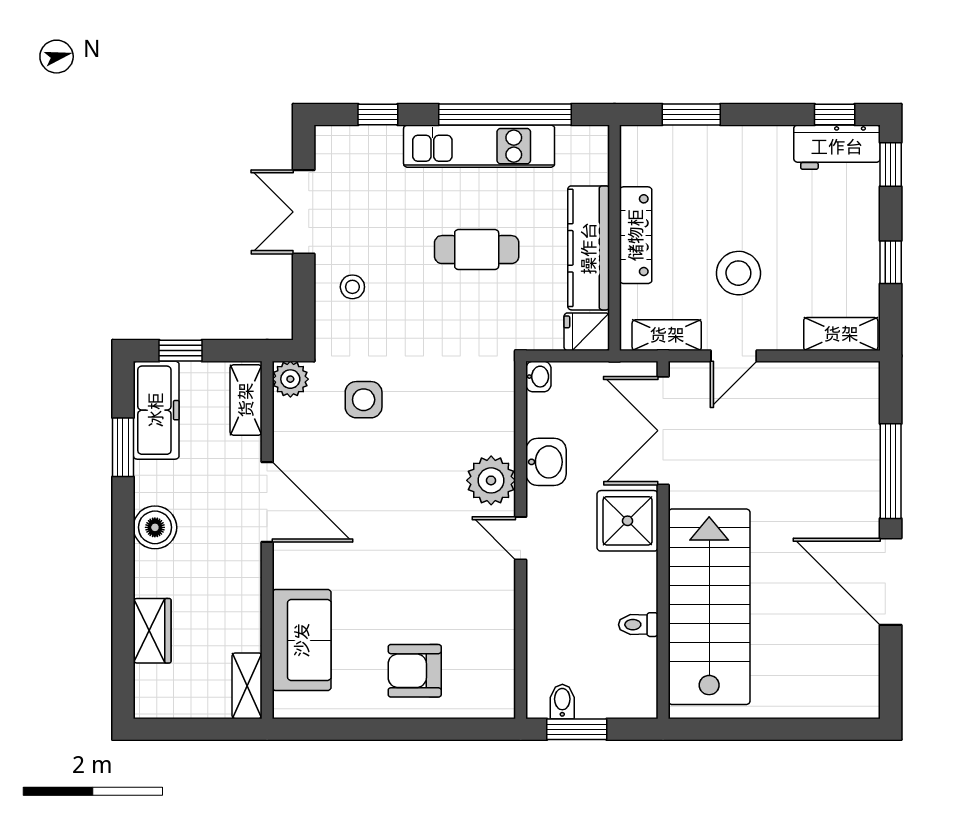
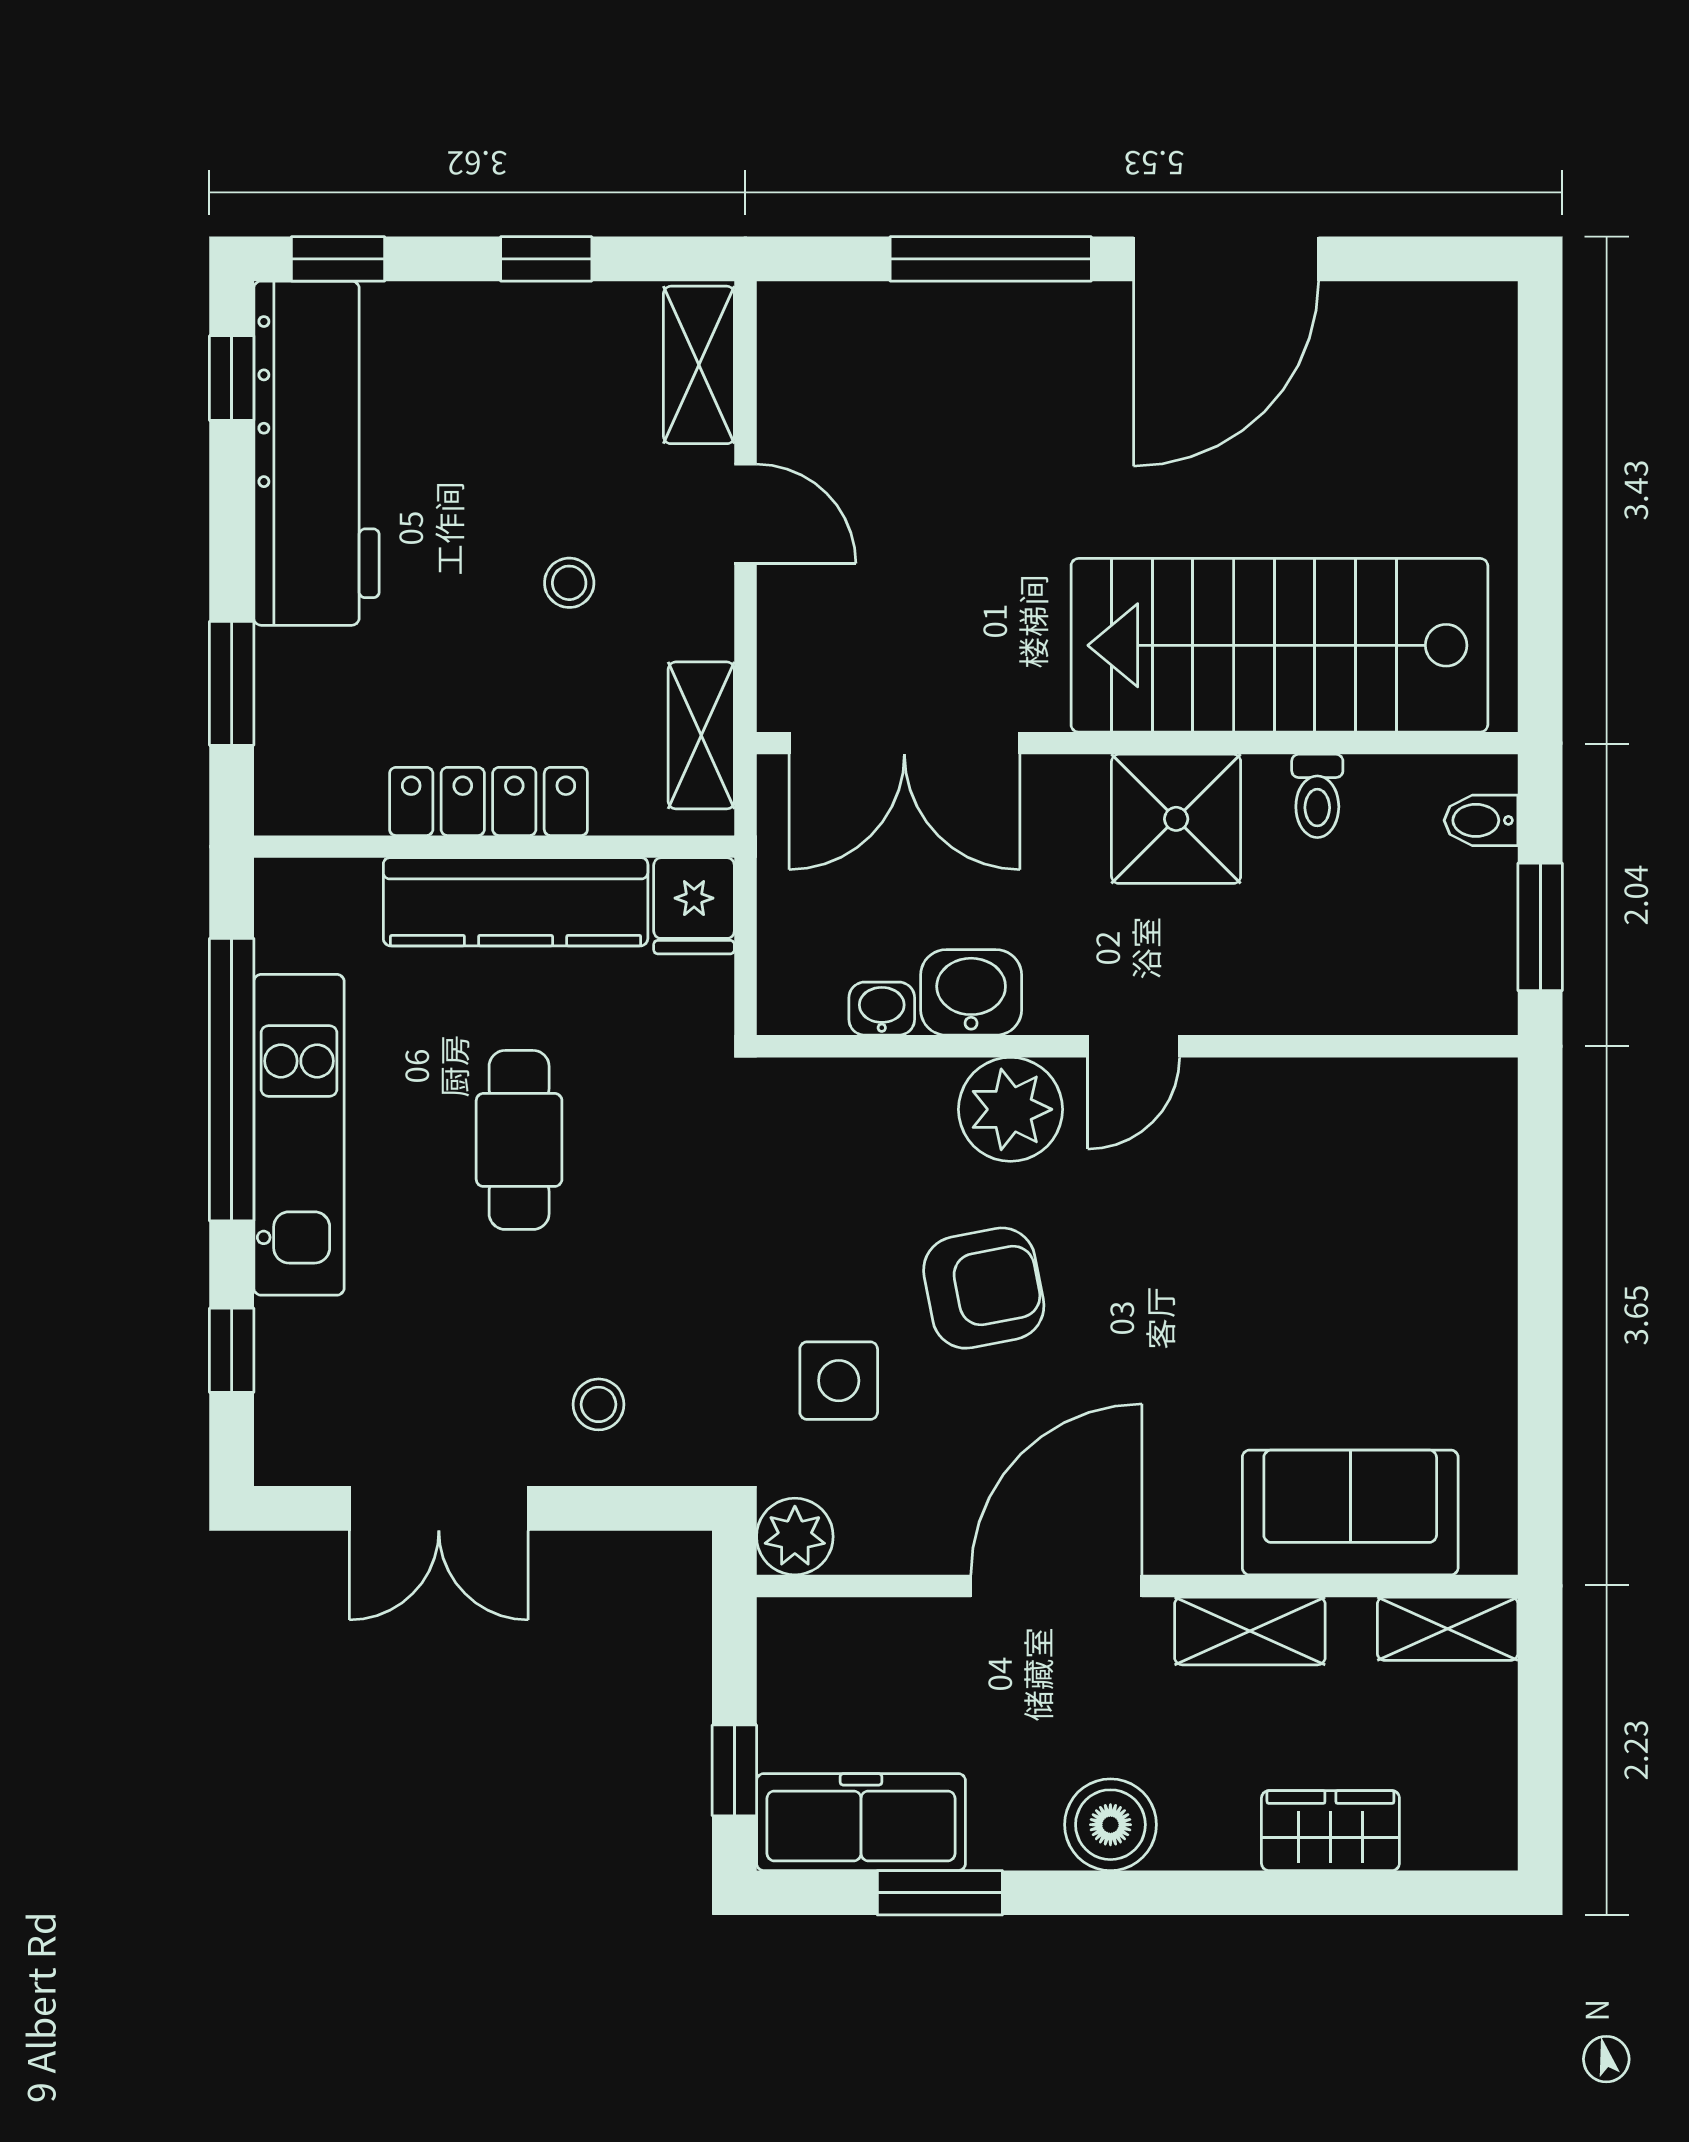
workbench: (837, 147) -> (316, 453), width x1.88, depth x1.32
stool: (738, 273) -> (569, 583), width x0.53, depth x0.53
door: (734, 356) -> (745, 514), moved
washbasin: (538, 377) -> (882, 1009), moved
shelving: (246, 400) -> (1250, 1631), moved
shower: (628, 521) -> (1176, 819), moved
armchair: (415, 671) -> (984, 1288), moved, turned -101
bidet: (562, 701) -> (1481, 820), moved

